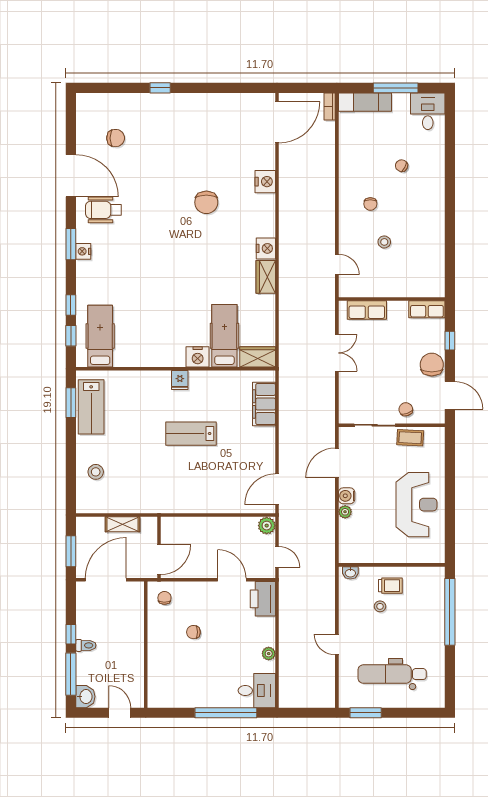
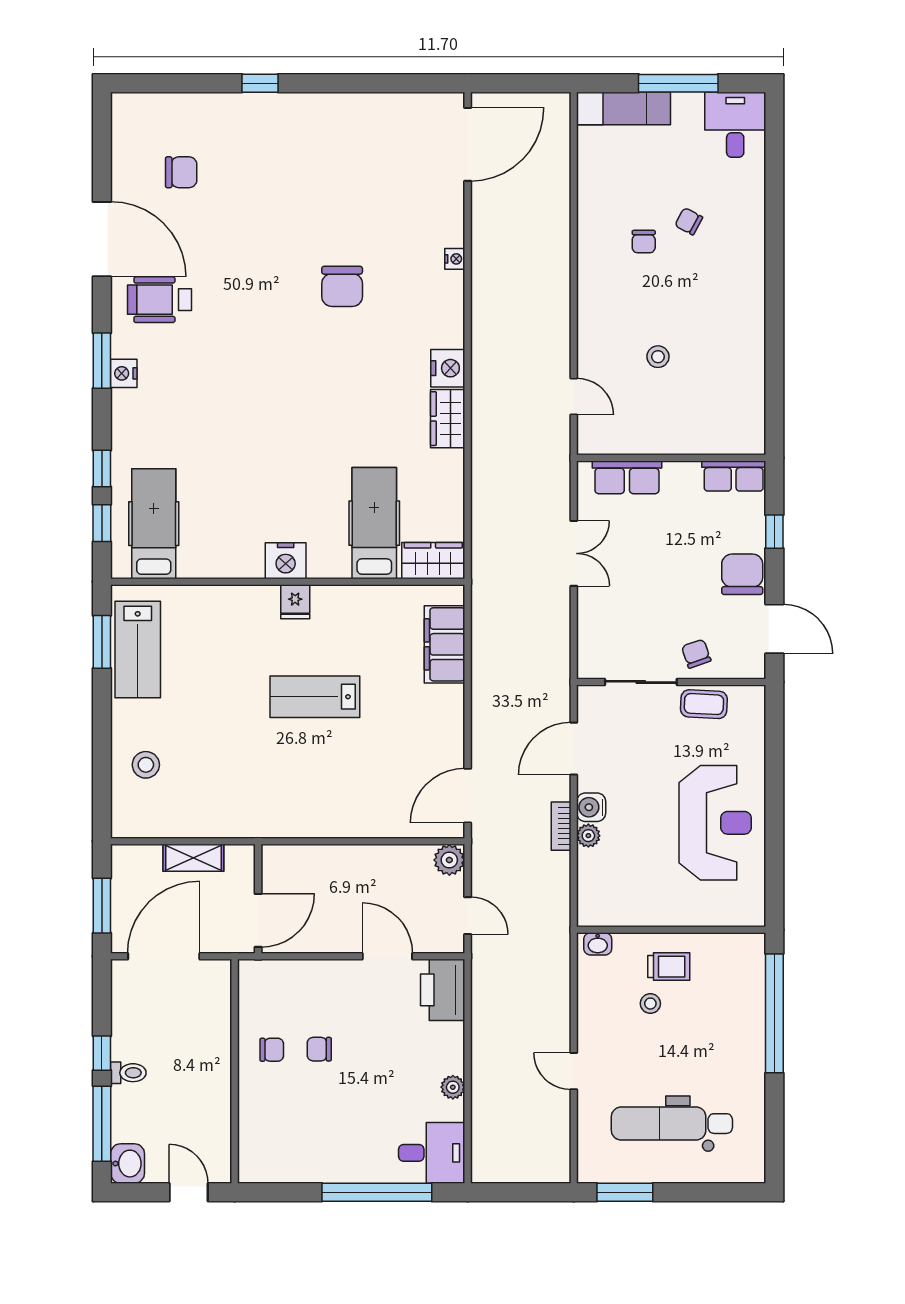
bookcase: (330, 107) -> (561, 826), moved
nightstand: (265, 182) -> (455, 259), width x0.53, depth x0.56
chair: (370, 204) -> (644, 242), moved
nightstand: (198, 357) -> (286, 561), moved
chair: (164, 598) -> (272, 1050), moved, turned 90

